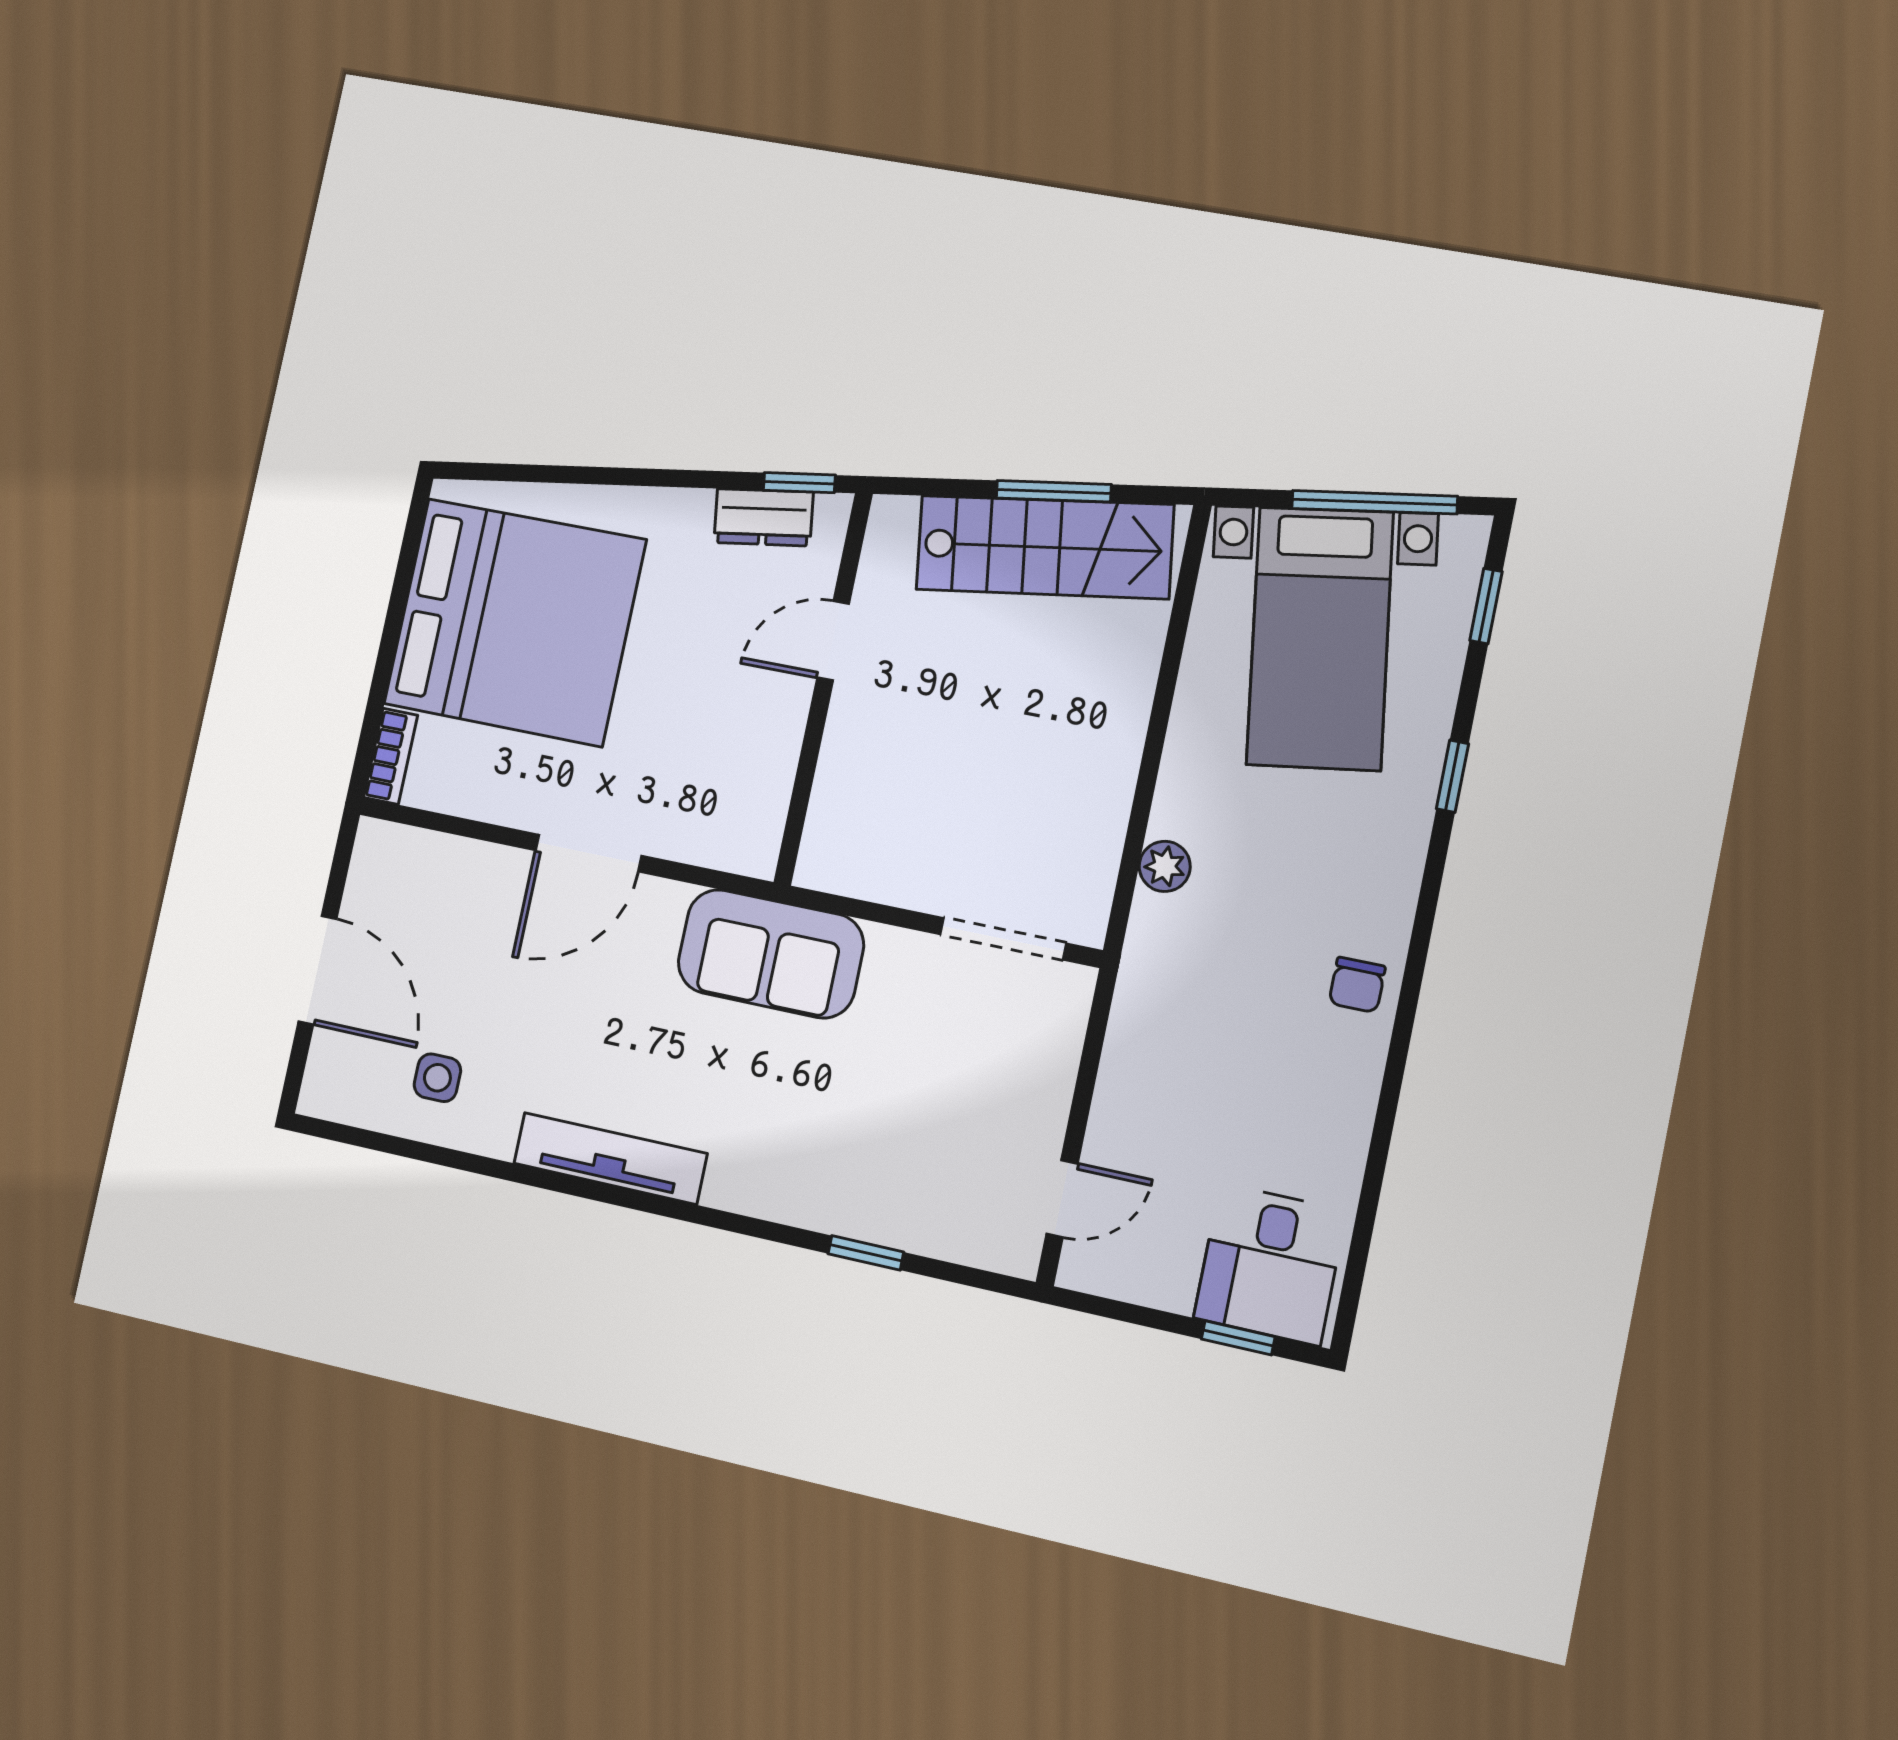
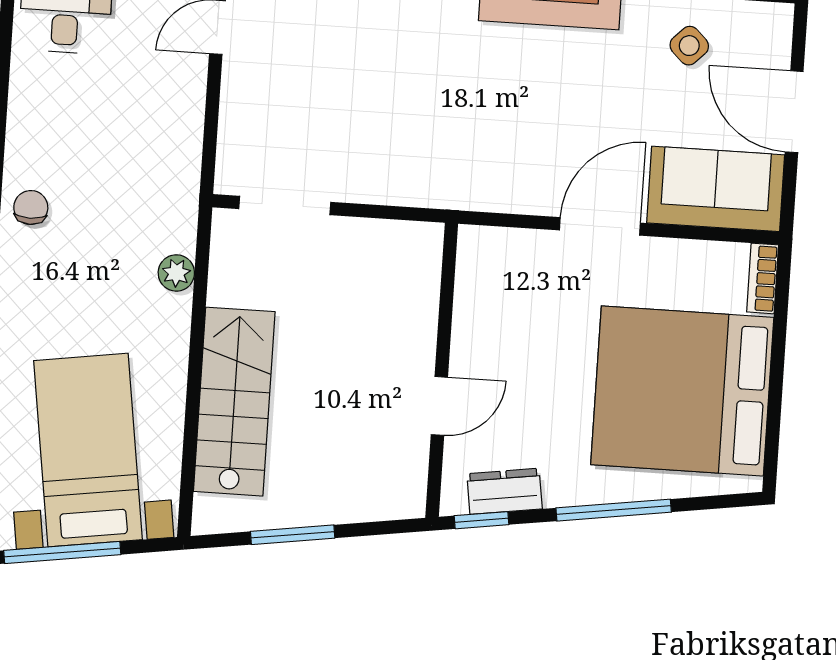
window: (626, 477) -> (614, 510), added
stairs: (1044, 547) -> (234, 402), moved, turned 98
sofa: (771, 954) -> (716, 189), moved
side table: (437, 1078) -> (689, 46), turned 45

